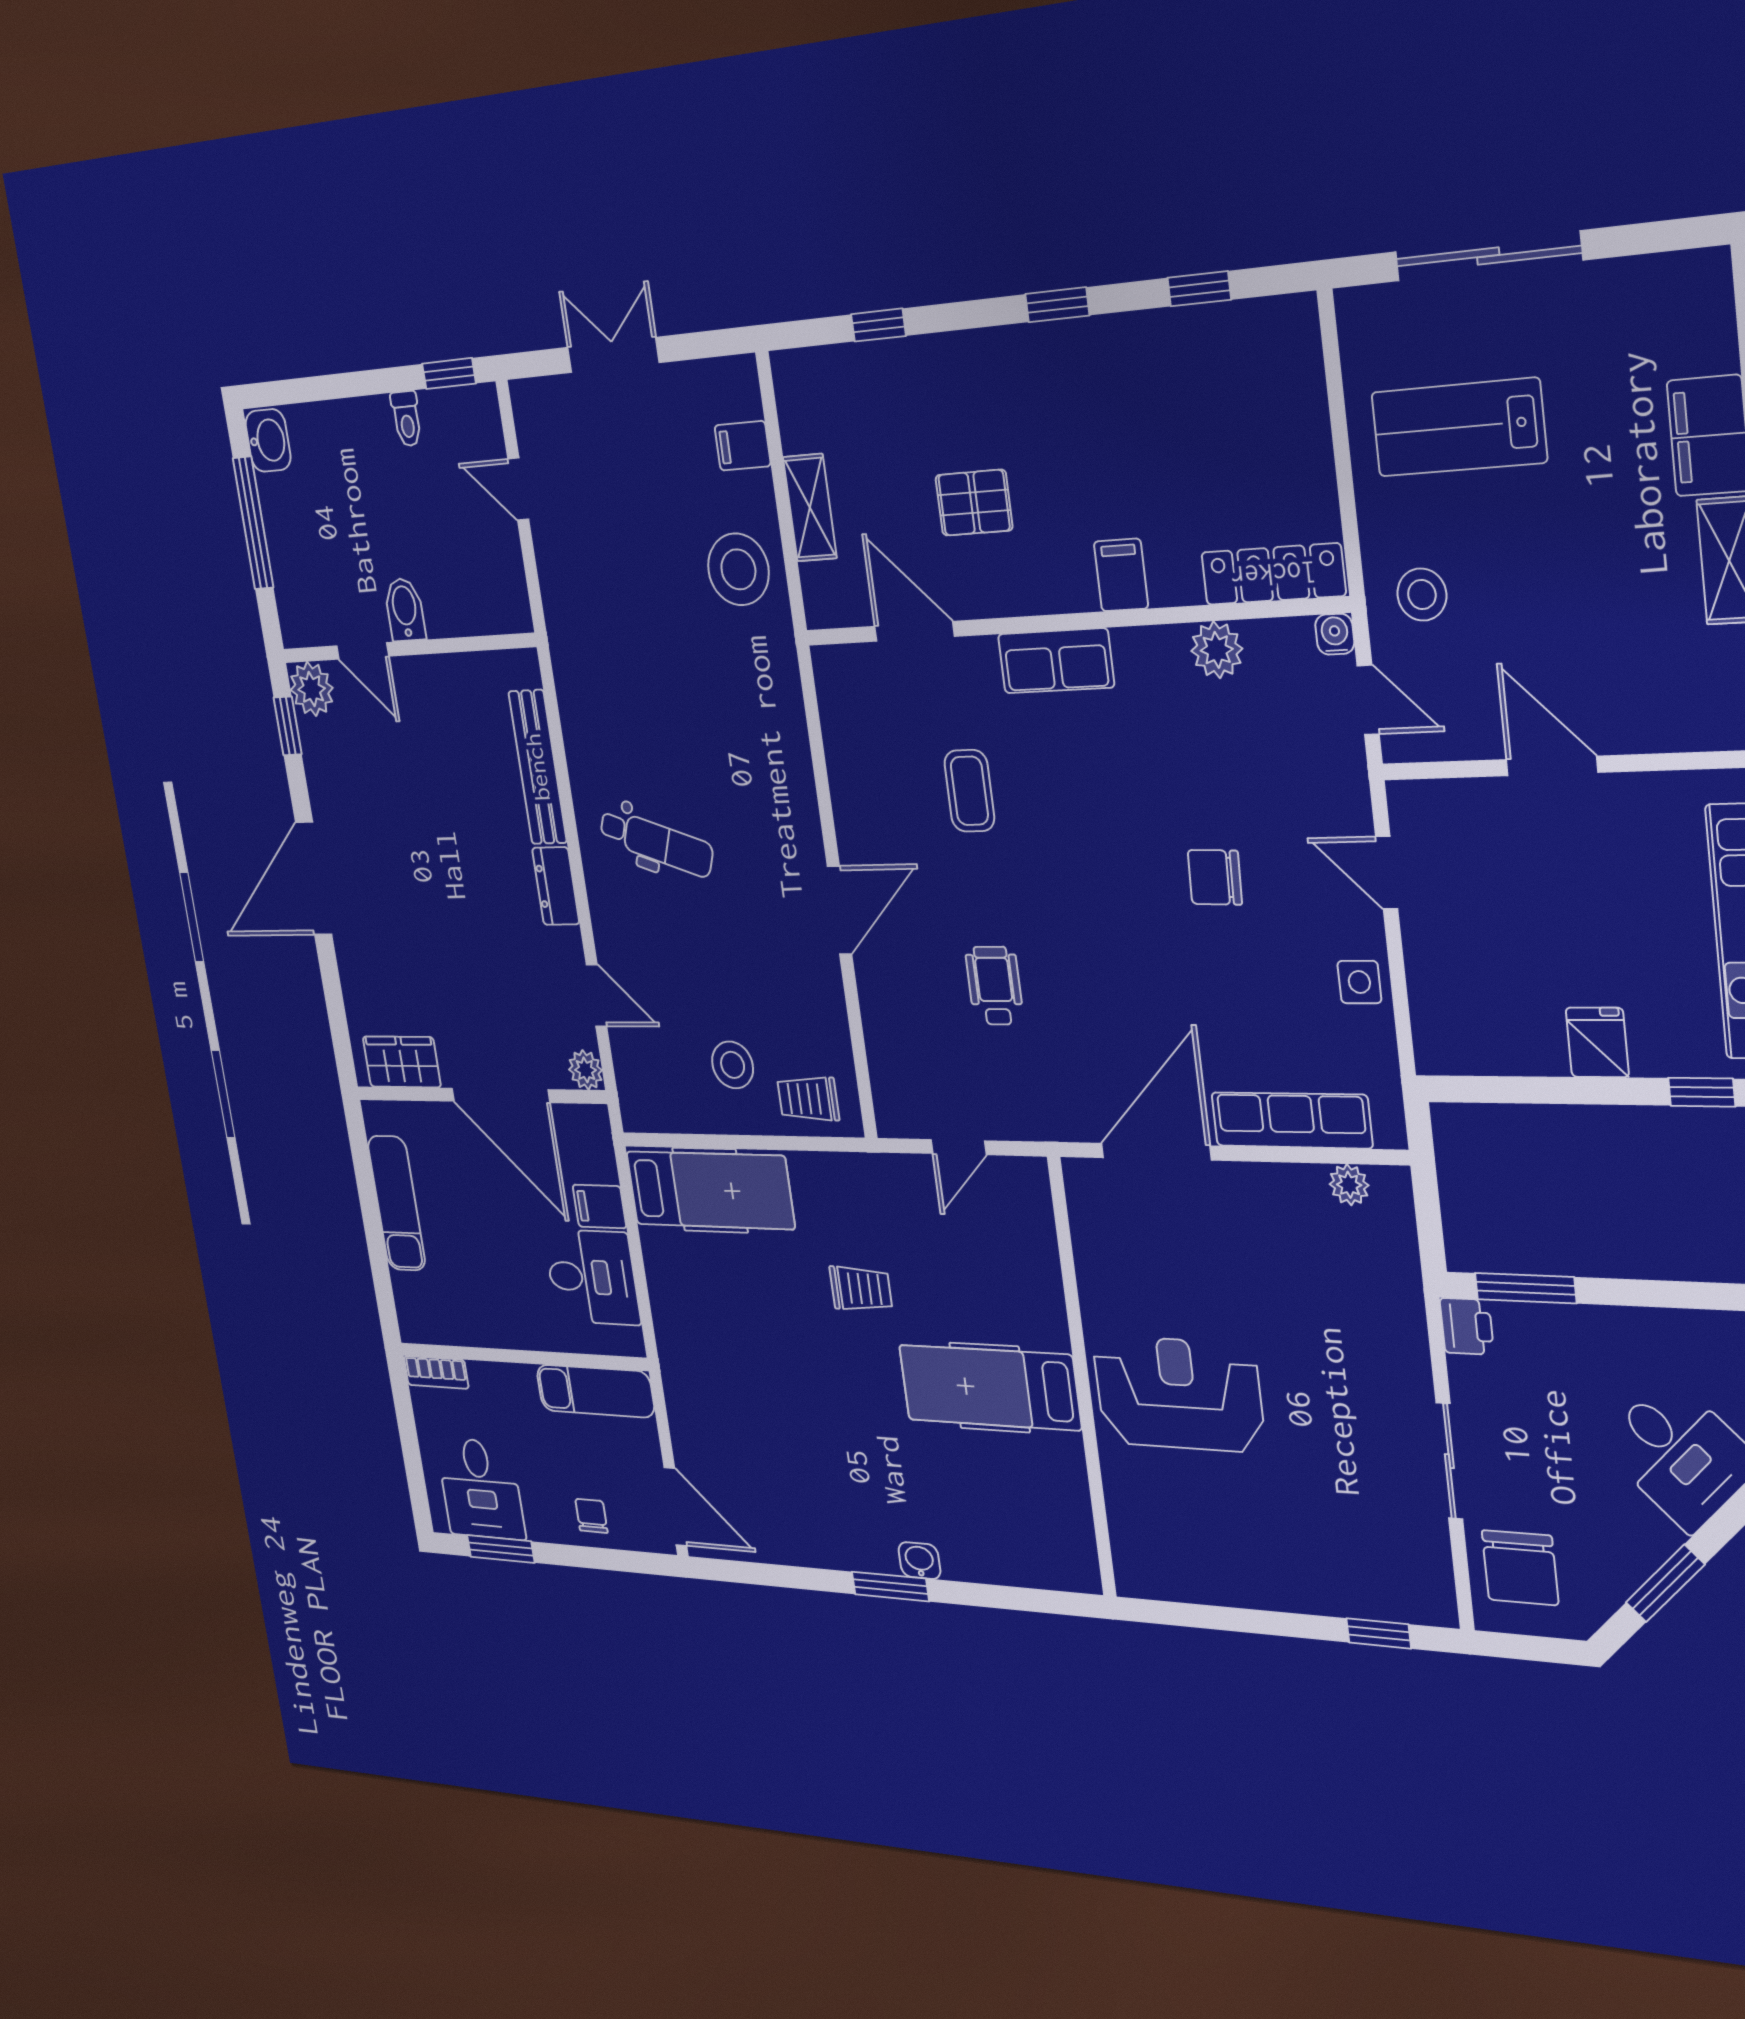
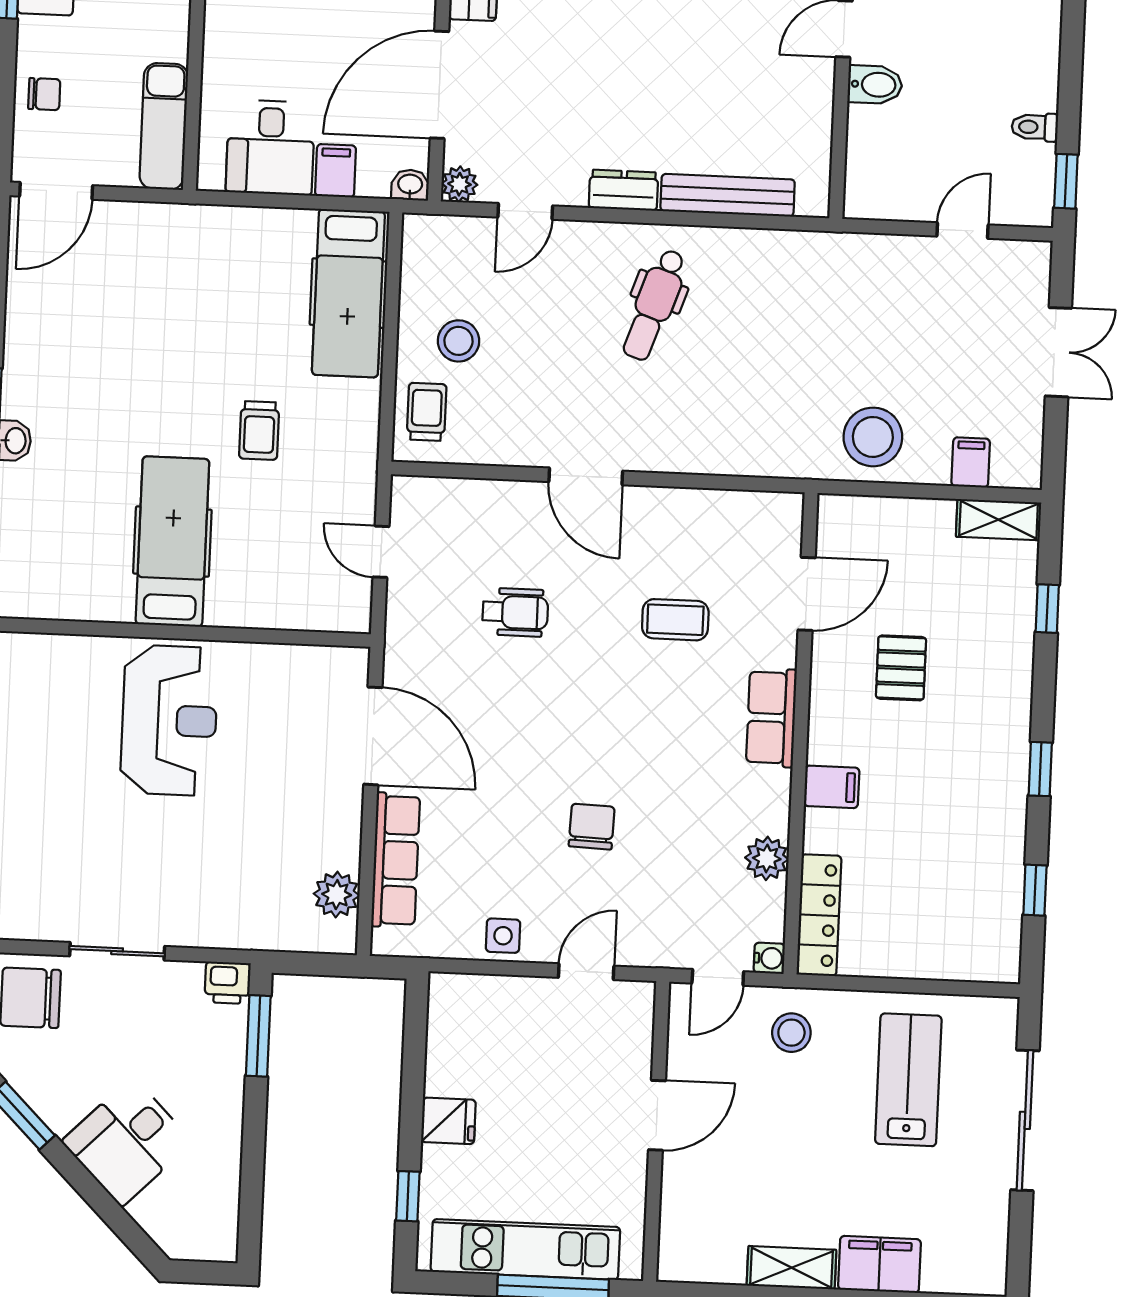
shelving: (810, 508) -> (999, 520), moved
washbasin: (597, 1124) -> (410, 185), added
plant: (1349, 1185) -> (337, 895), width x1.38, depth x1.38

